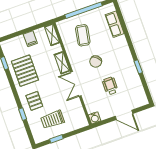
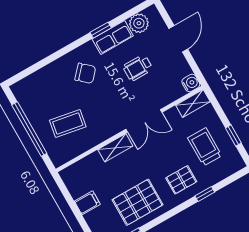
row of seats: (115, 24) -> (113, 37), moved
shelving: (52, 35) -> (193, 103), moved
chair: (96, 62) -> (85, 73), moved
plant: (138, 92) -> (139, 23), added
trolley: (53, 119) -> (205, 147), turned 180

